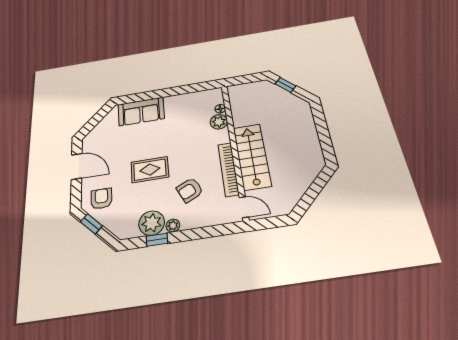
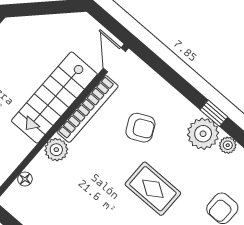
plant: (219, 122) -> (56, 150), moved
plant: (173, 226) -> (228, 145), moved

